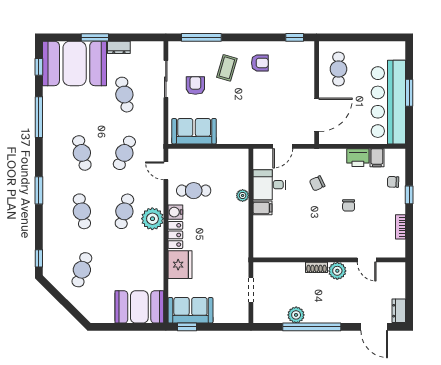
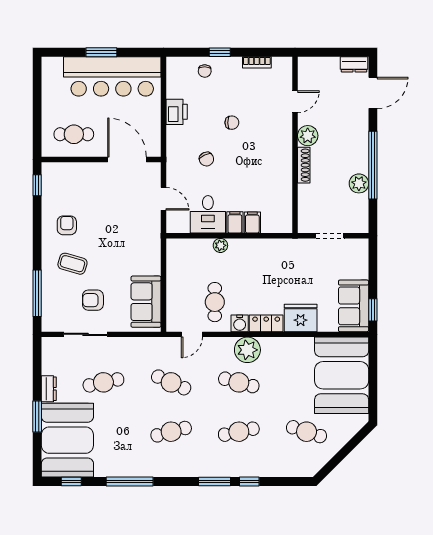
filing cabinet: (377, 158) -> (252, 222), moved, turned -90
window: (39, 258) -> (249, 481), moved
shoe rack: (317, 267) -> (304, 165), width x1.43
booth: (139, 307) -> (342, 375), width x1.36, depth x1.42

